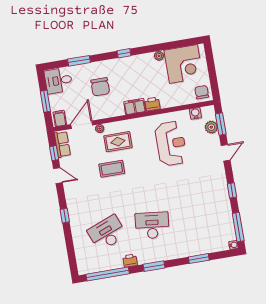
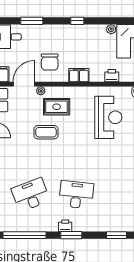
chair: (100, 87) -> (50, 62), moved
printer: (152, 104) -> (112, 76), moved
printer: (130, 261) -> (65, 226), moved

